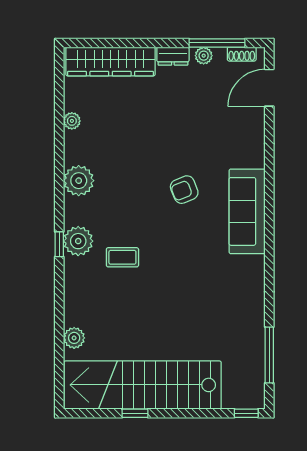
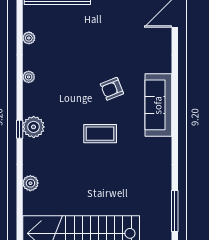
plant: (79, 181) -> (29, 77), width x0.53, depth x0.53
coffee table: (122, 257) -> (100, 134), moved, width x1.36, depth x1.30
plant: (74, 338) -> (30, 183), moved

